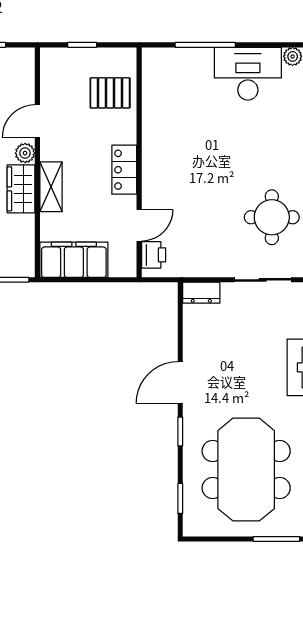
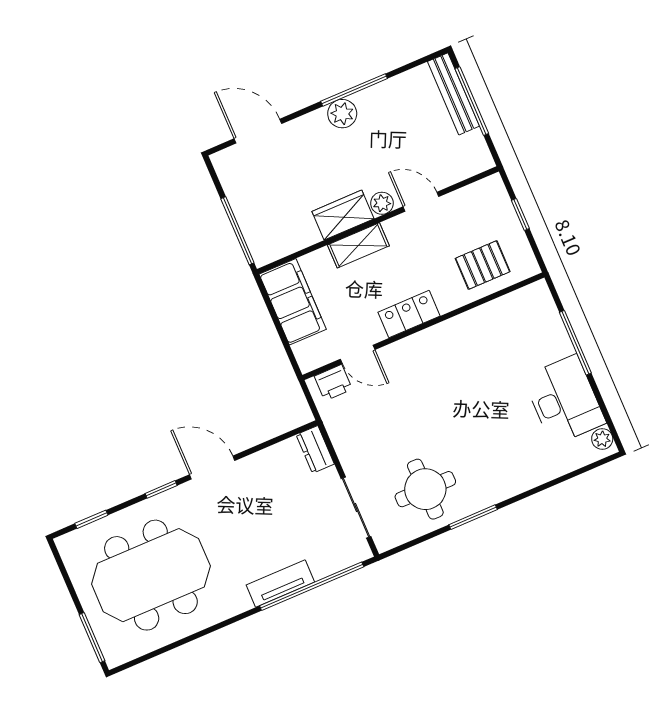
pallet: (110, 93) -> (483, 265), turned 90

